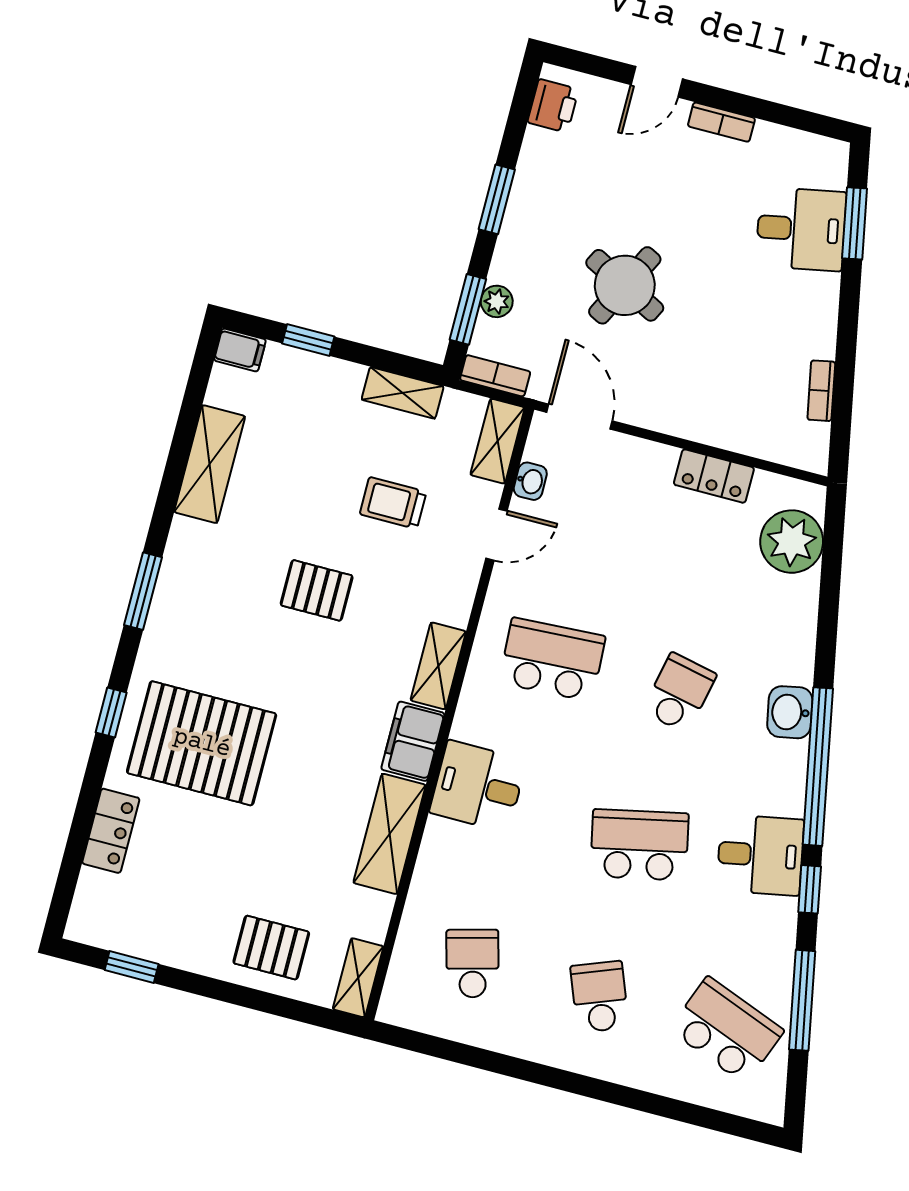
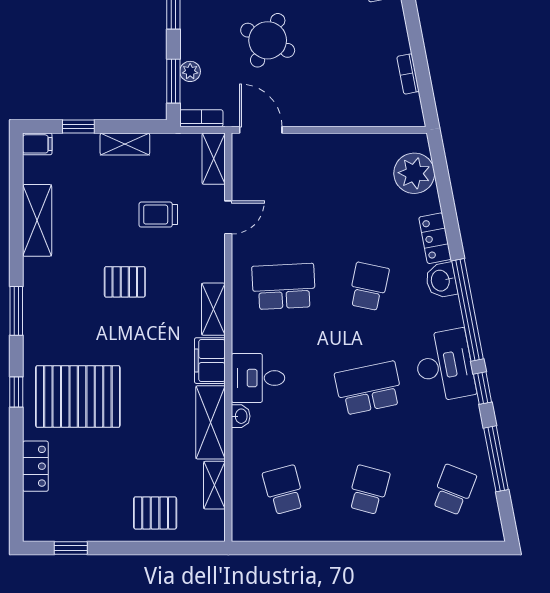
shelving: (403, 393) -> (125, 144), moved
locker: (714, 476) -> (435, 238), moved, turned 79
washbasin: (530, 481) -> (241, 416), moved
desk: (760, 855) -> (444, 366), width x1.37
shelving: (358, 978) -> (214, 485), moved
school desk: (600, 997) -> (369, 490), turned 36
school desk: (727, 1030) -> (454, 490), width x0.54

